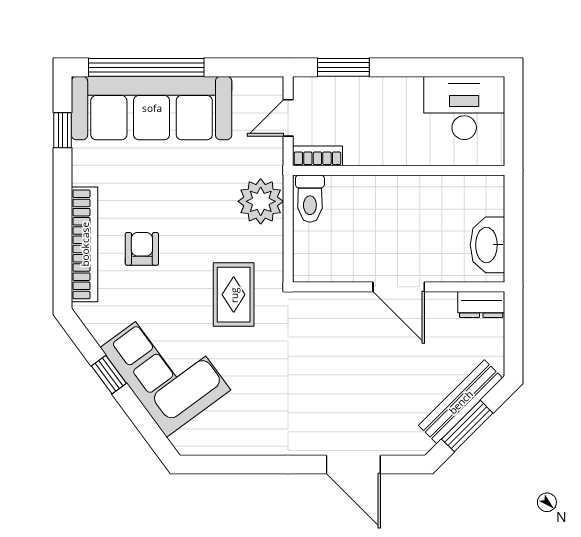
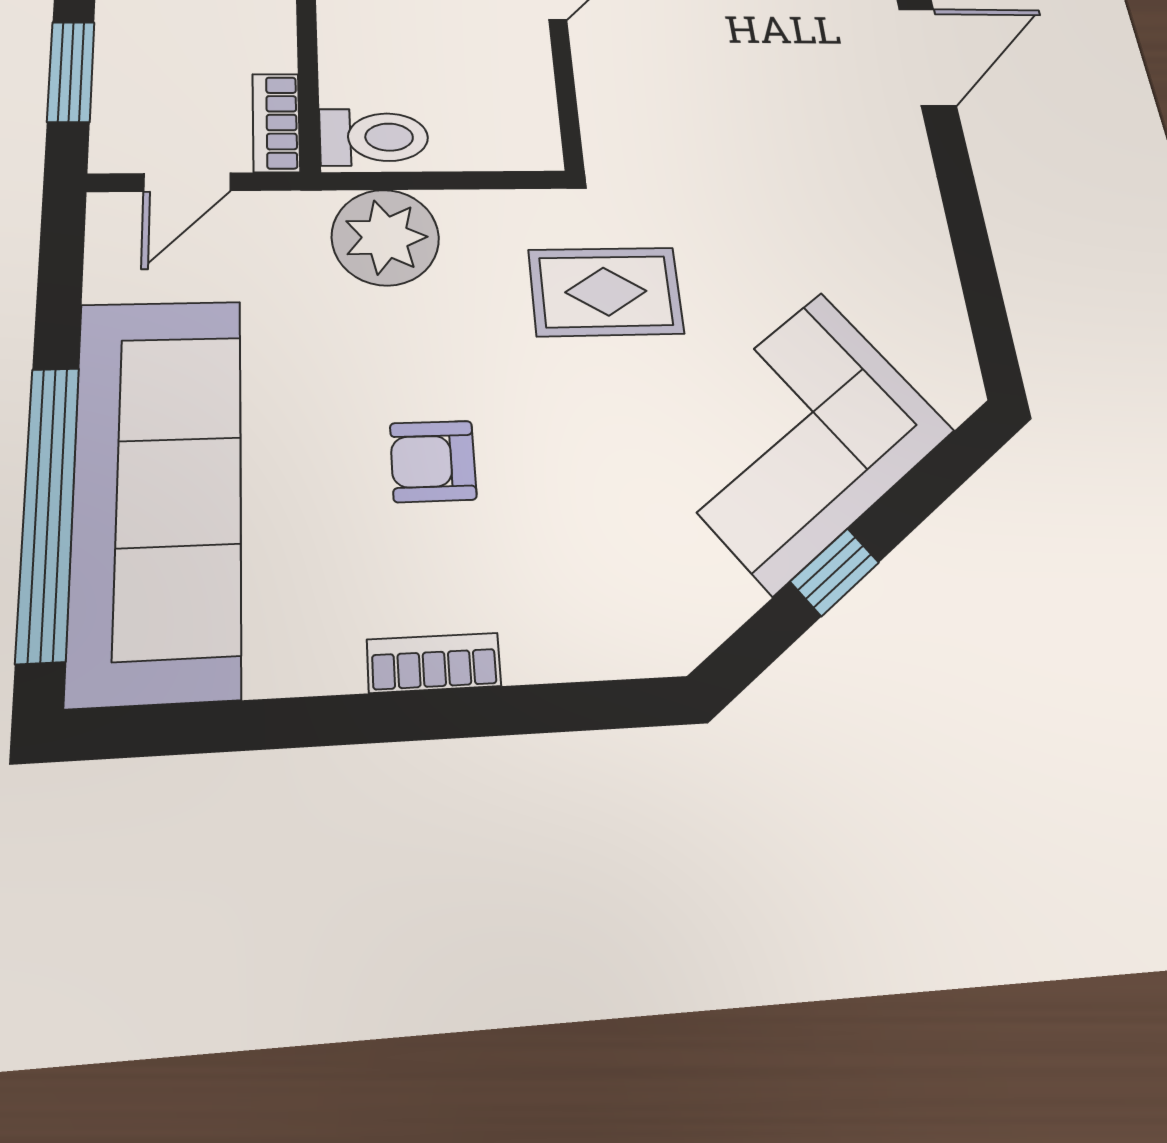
door: (288, 118) -> (187, 182), hinge flipped
window: (63, 130) -> (215, 727), removed
bookcase: (85, 244) -> (434, 663), width x0.43, depth x0.76
armchair: (142, 249) -> (433, 461), moved

